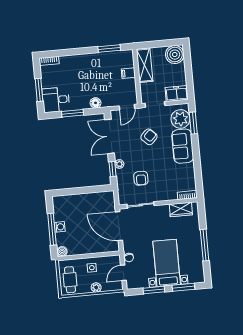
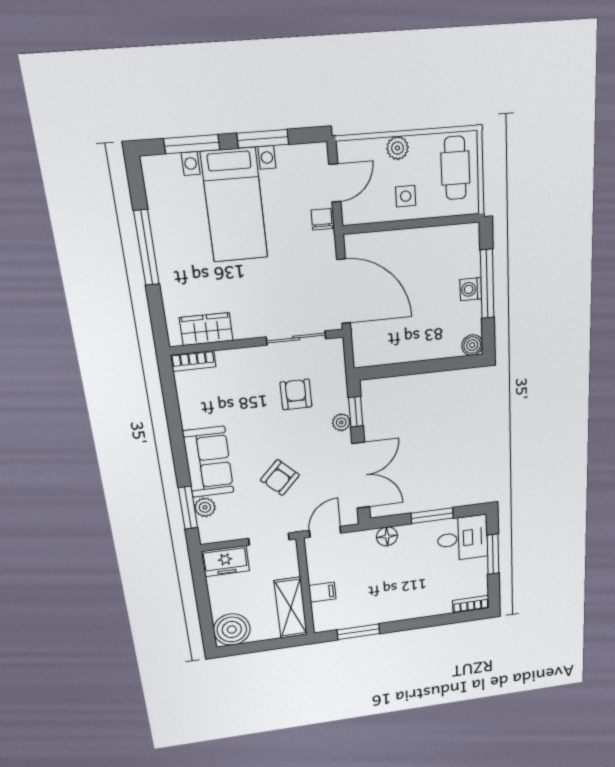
plant: (180, 119) -> (205, 507), width x0.53, depth x0.53
boiler: (62, 252) -> (472, 345), moved

